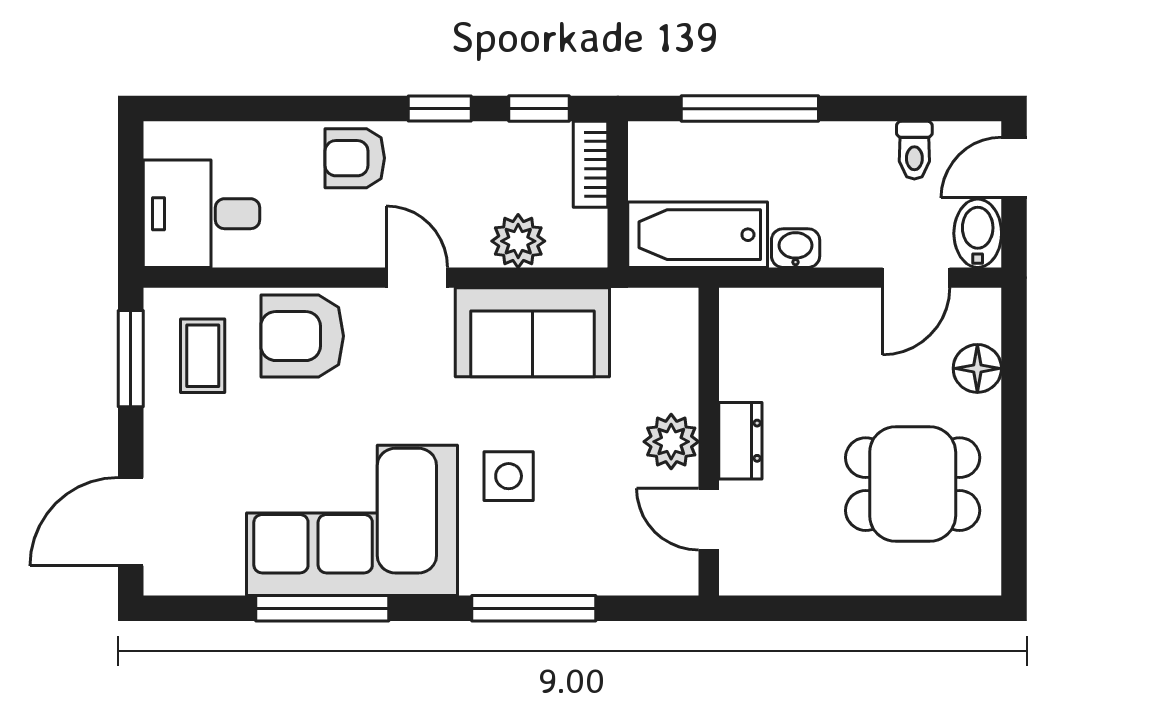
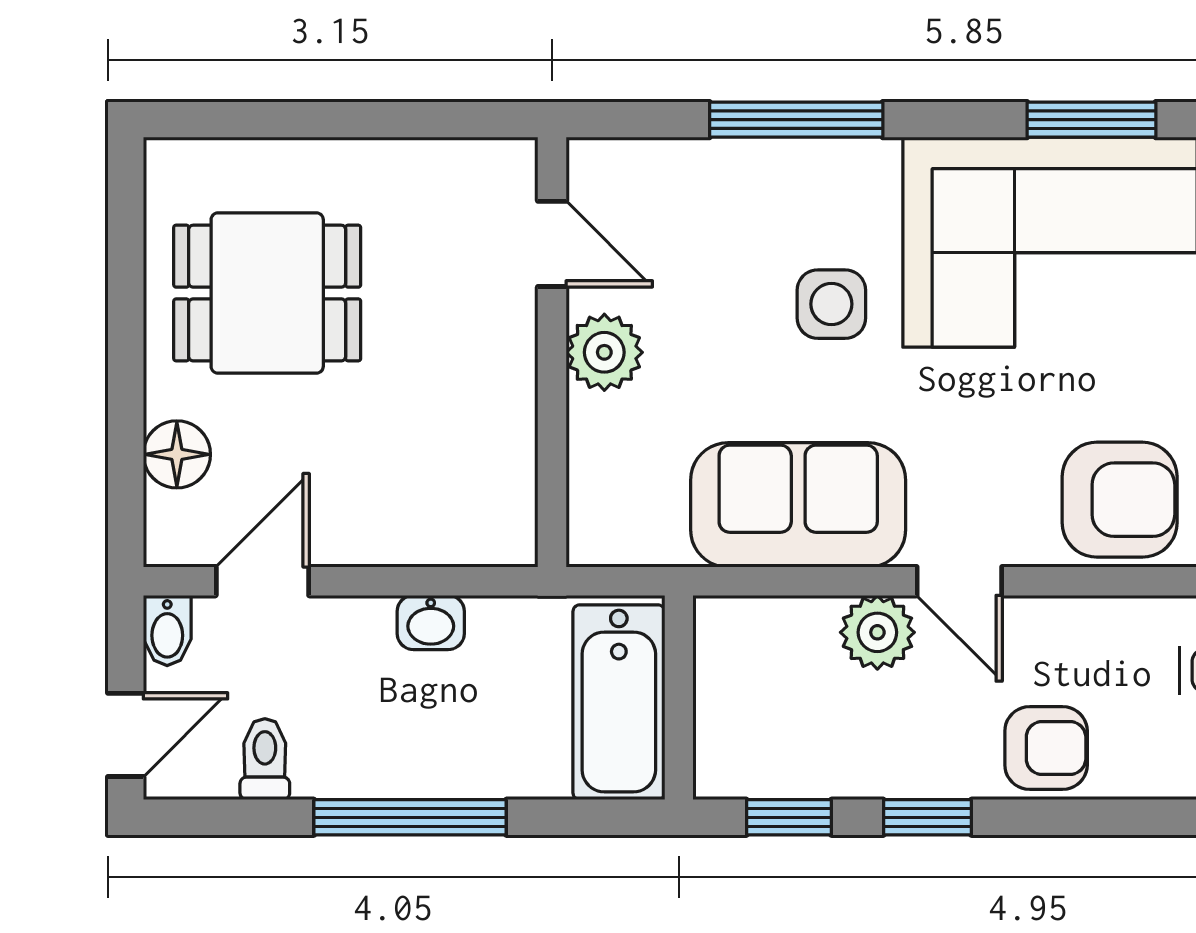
window: (750, 109) -> (410, 817), moved
bookcase: (591, 164) -> (717, 740), removed
bidet: (978, 233) -> (167, 630), width x0.72, depth x0.74
bathtub: (698, 235) -> (619, 702), moved, turned 90
plant: (518, 241) -> (877, 632), moved
dresser: (740, 441) -> (508, 353), removed
window: (322, 608) -> (1091, 120), width x0.69

